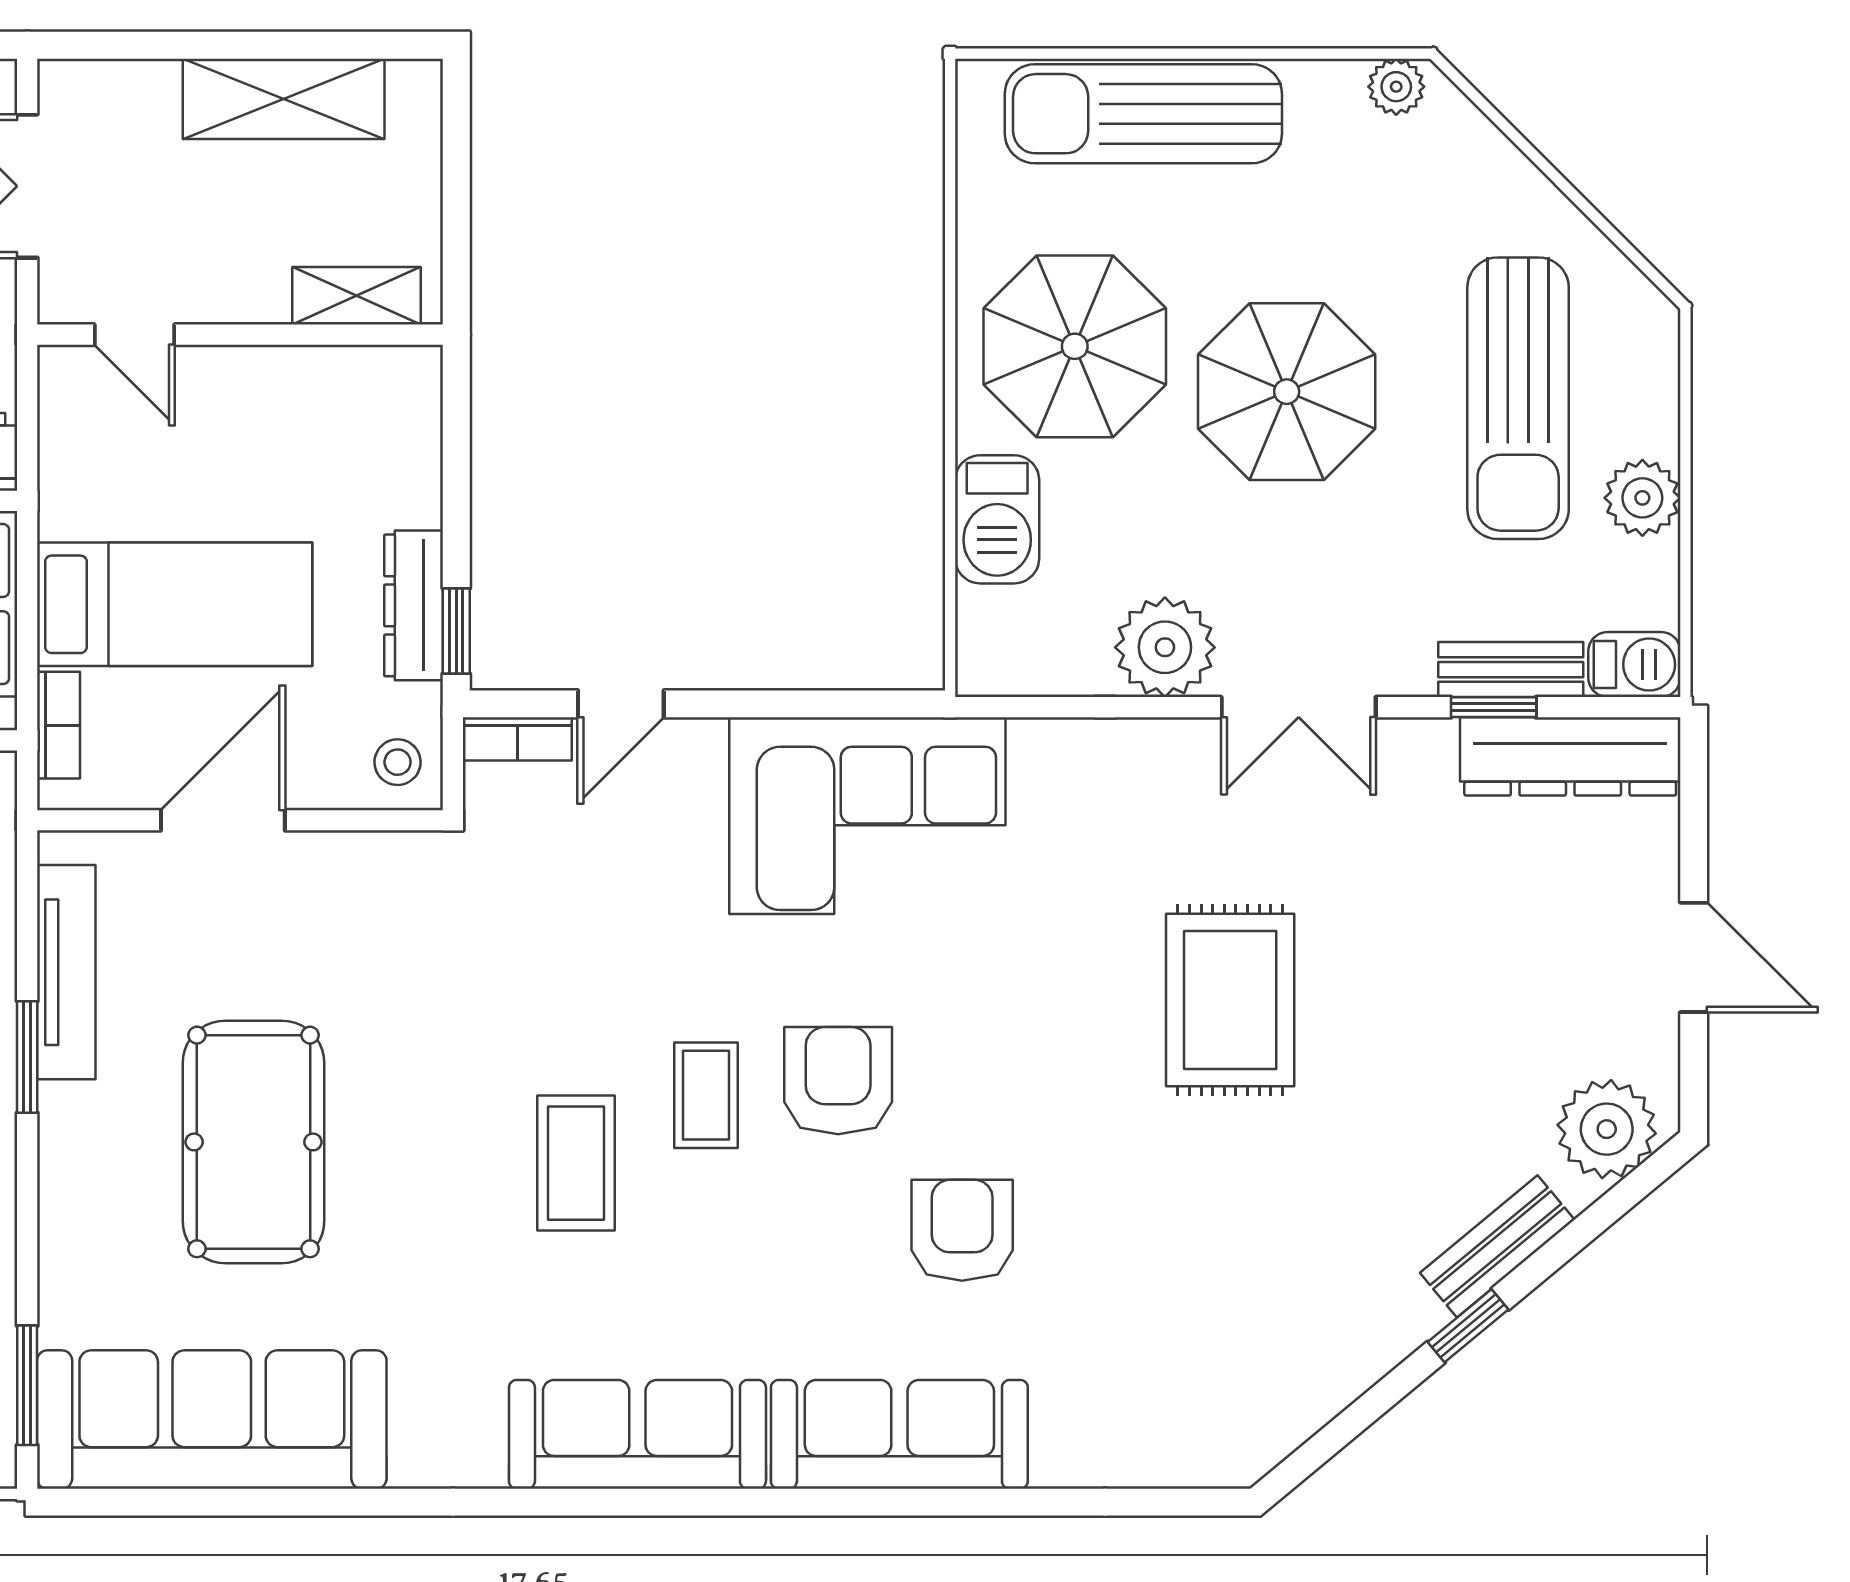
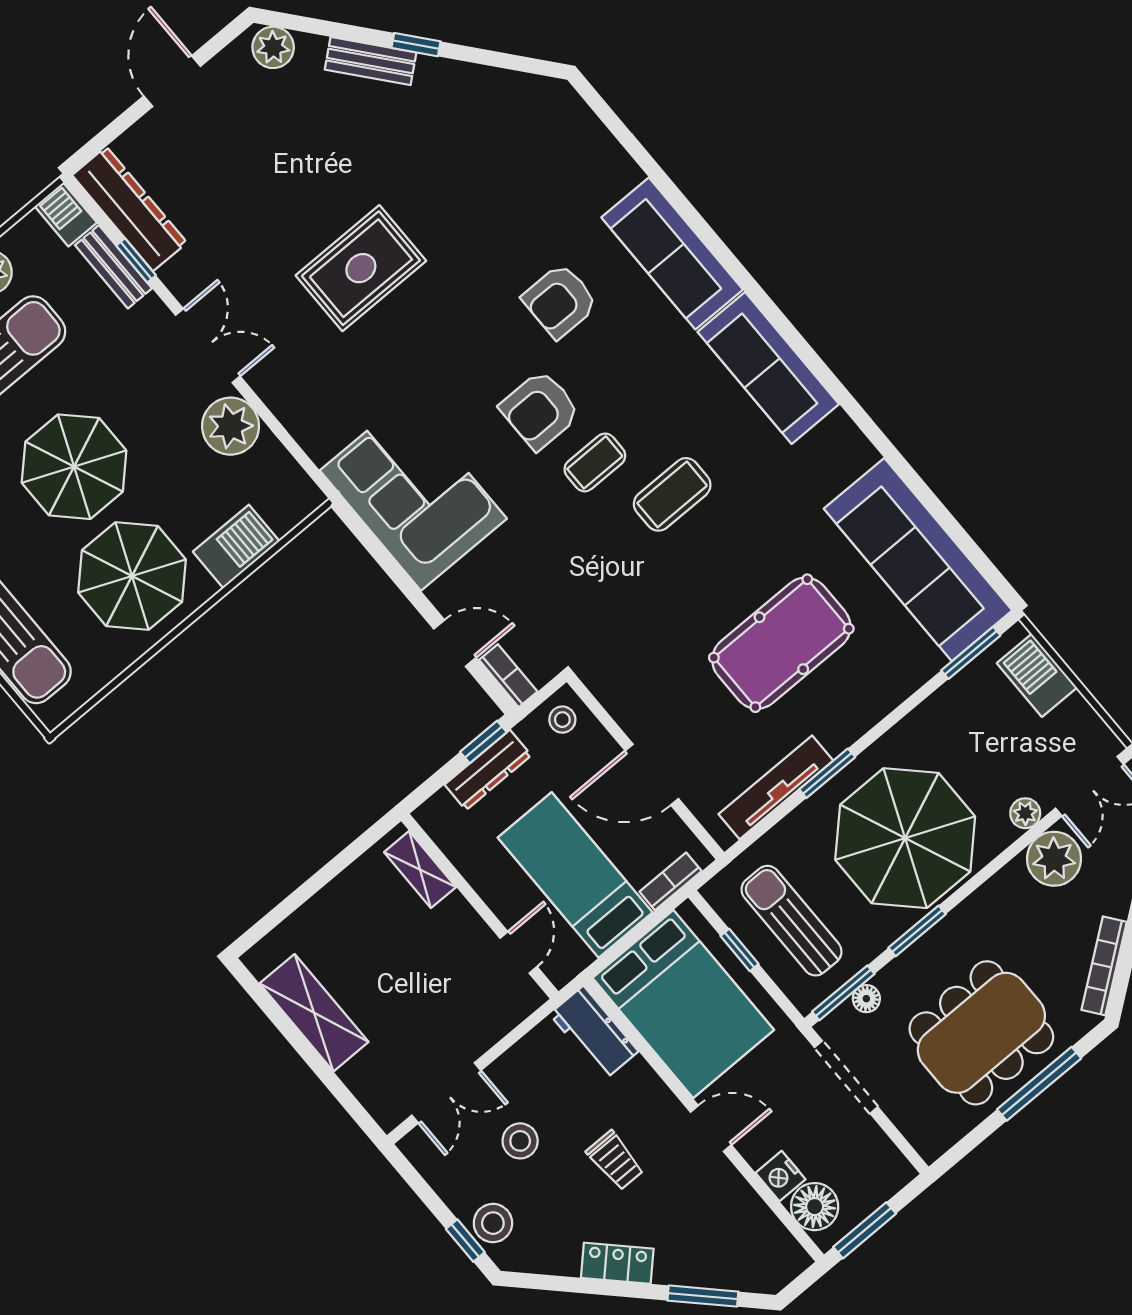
shelving: (356, 296) -> (420, 870), moved
door: (134, 335) -> (519, 952), moved
wall: (240, 335) -> (480, 906), moved
plant: (1607, 1129) -> (273, 47), width x0.73, depth x0.73

